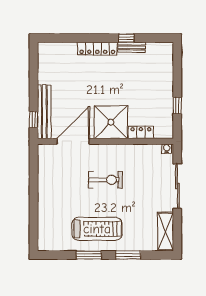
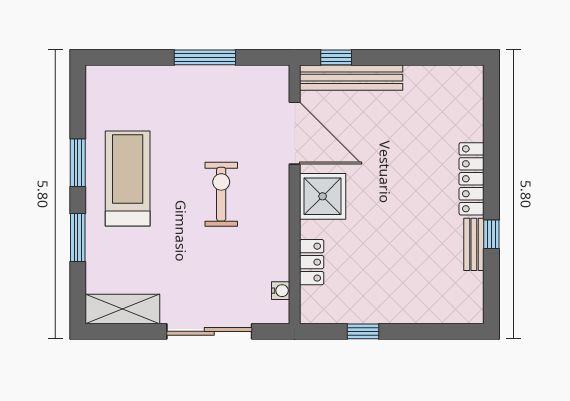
shower: (111, 122) -> (323, 196), width x0.73, depth x0.73
water cooler: (167, 149) -> (281, 291), moved
exercise bike: (105, 180) -> (221, 194), turned 180
window: (34, 188) -> (205, 57), added
treadmill: (97, 229) -> (128, 178), turned 180

